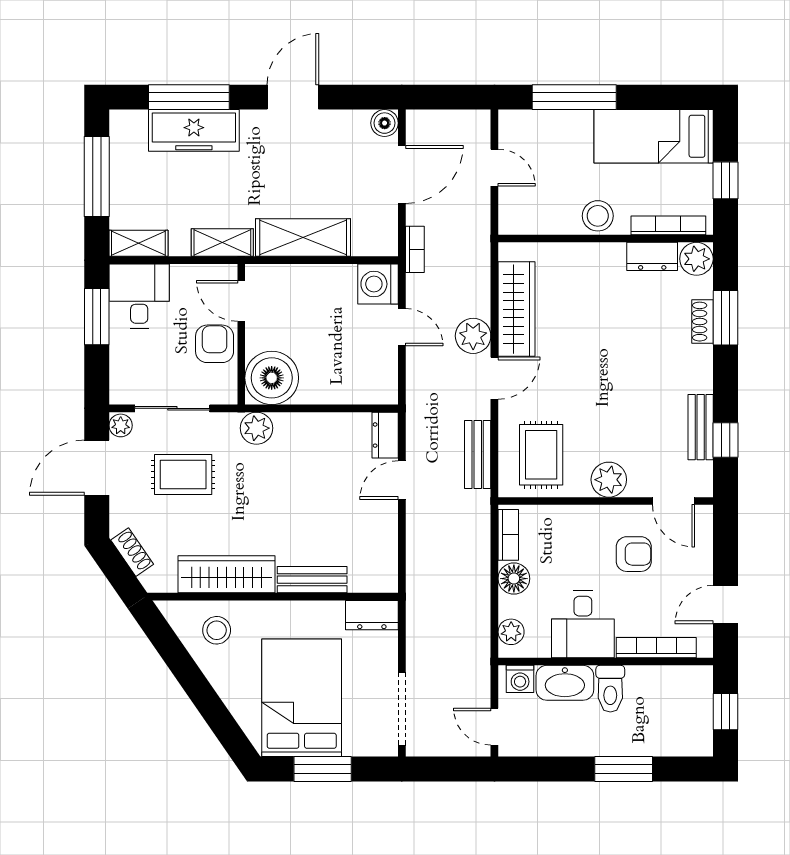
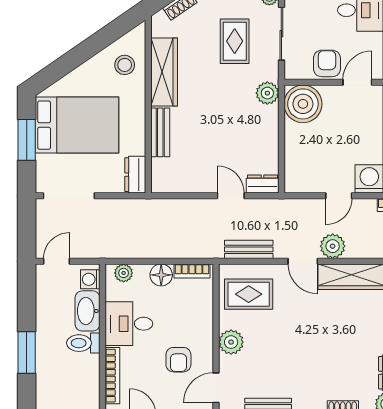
armchair: (215, 344) -> (327, 63), turned -90

